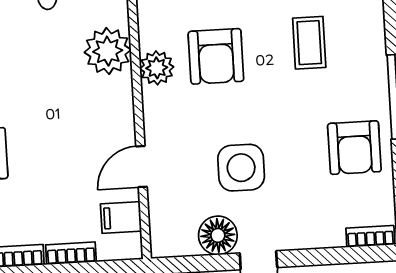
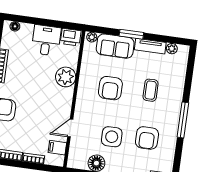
plant: (157, 68) -> (85, 88), removed
armchair: (354, 148) -> (147, 138), moved

